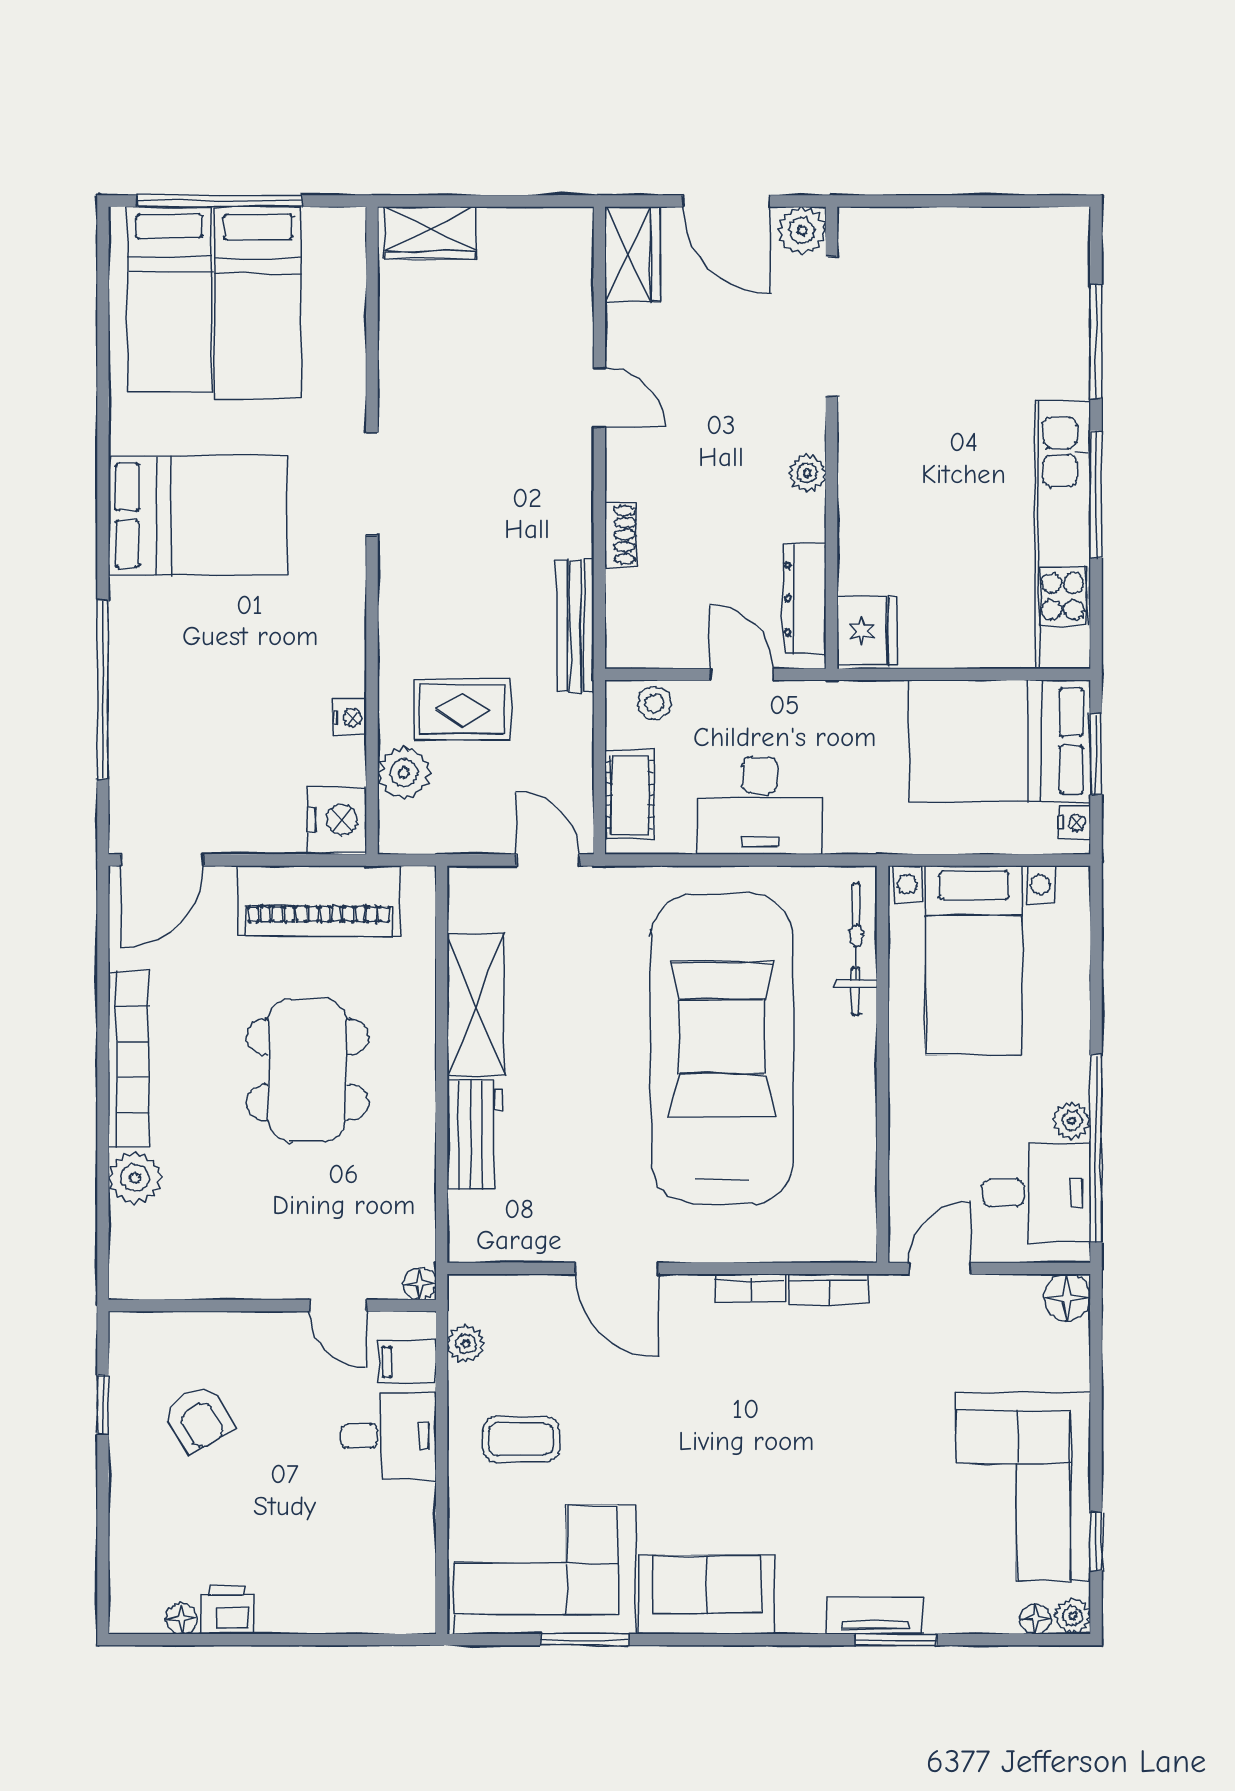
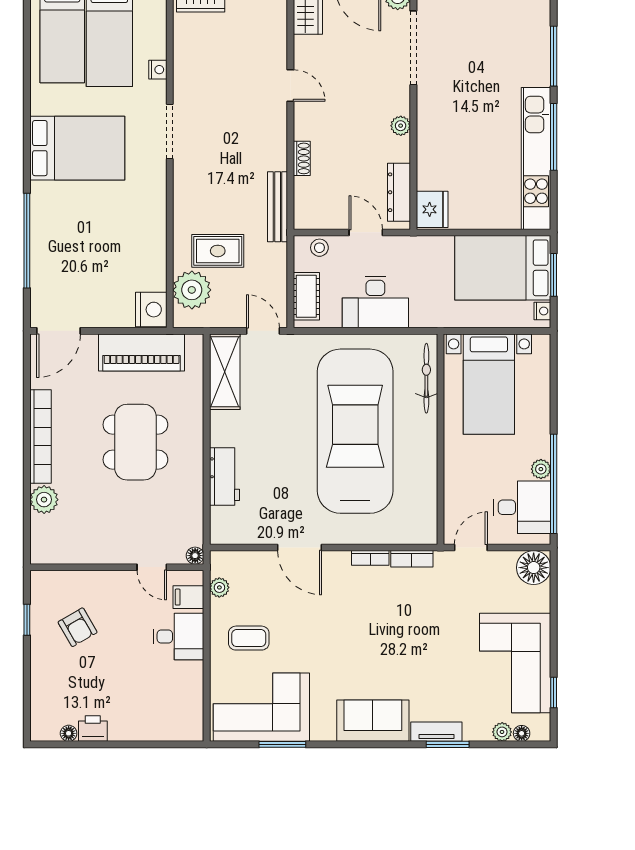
nightstand: (350, 718) -> (158, 70), moved
plant: (404, 773) -> (192, 290), width x1.36, depth x1.36
shelving: (476, 1005) -> (225, 372), moved
floor lamp: (1067, 1297) -> (534, 568), width x1.38, depth x1.38
sofa: (707, 1595) -> (373, 721), moved
plant: (1072, 1616) -> (502, 732), moved

